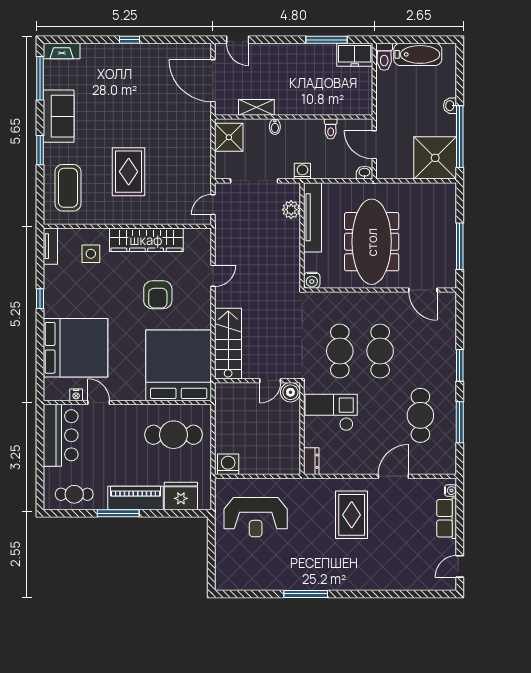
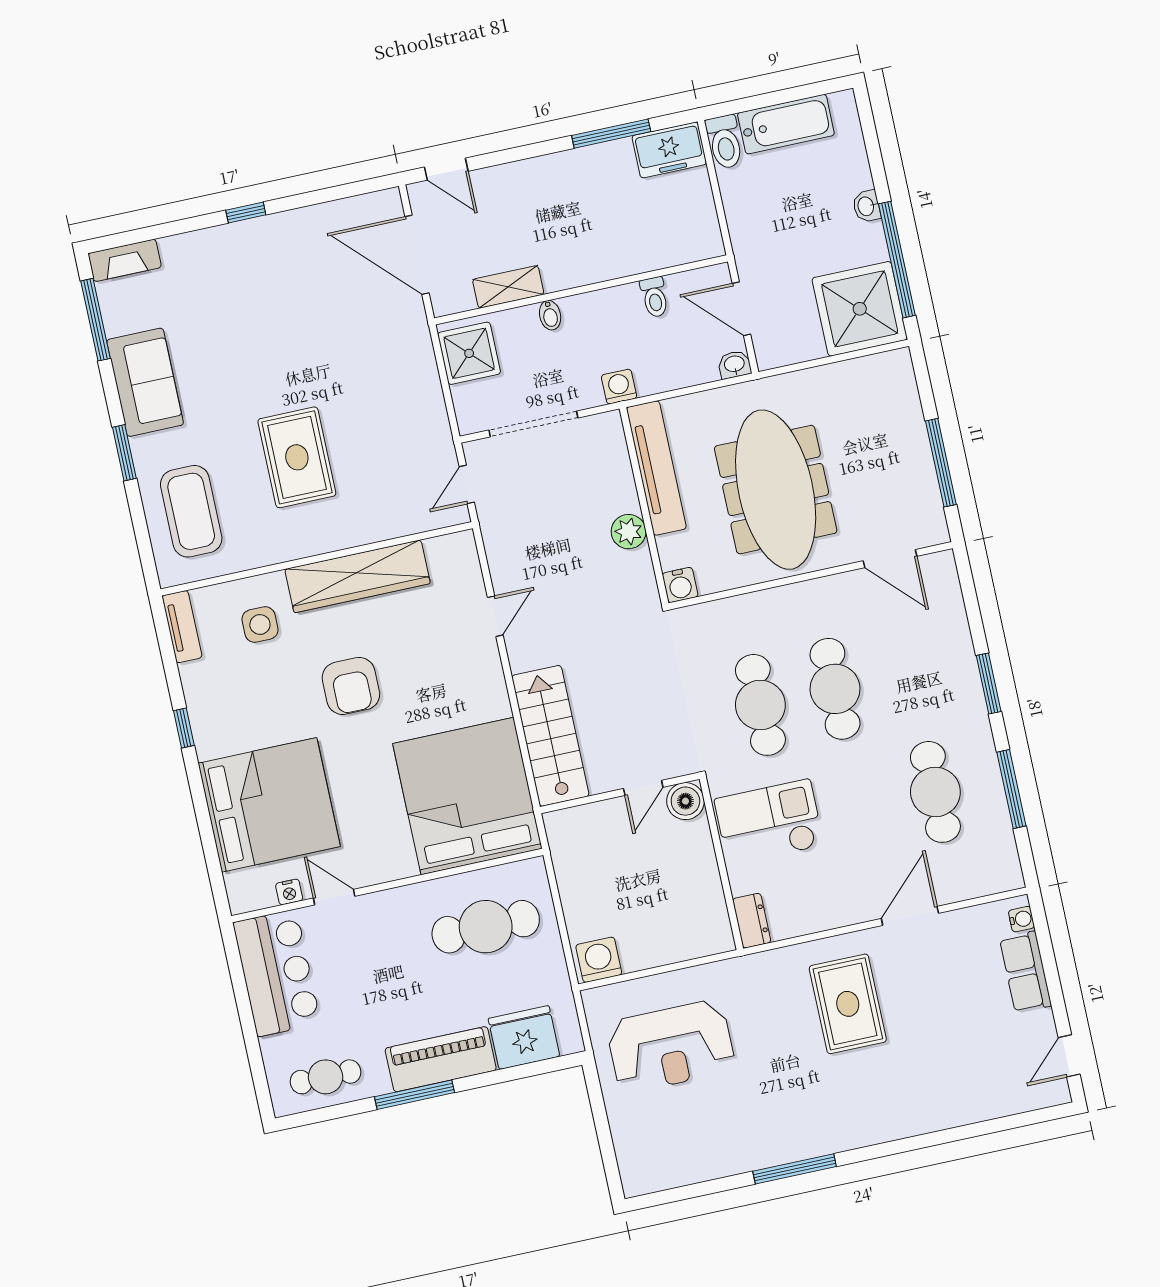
plant: (291, 210) -> (629, 532), moved
armchair: (158, 295) -> (351, 686), moved

